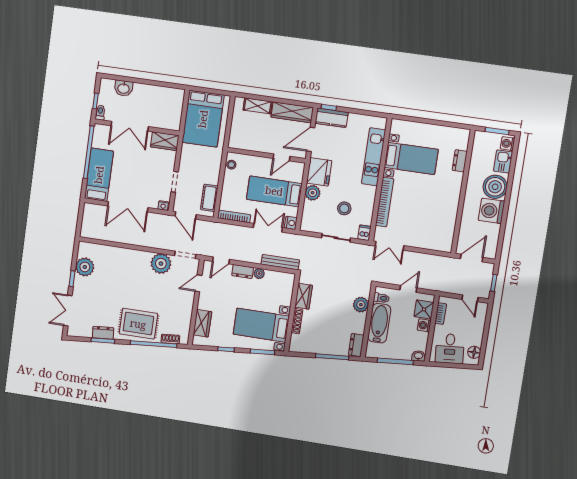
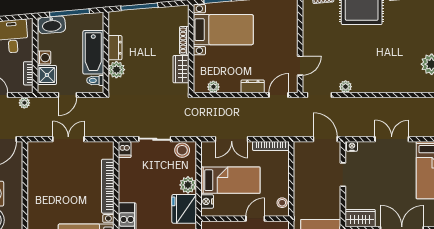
door: (282, 157) -> (255, 219), moved
cot: (209, 198) -> (301, 163), removed
double door: (128, 207) -> (392, 139), width x0.73
stool: (344, 208) -> (182, 150), moved
nightstand: (291, 223) -> (207, 201), moved
double door: (390, 246) -> (68, 139), moved
bench: (280, 262) -> (212, 103), removed
plant: (161, 264) -> (346, 87), width x0.53, depth x0.53
plant: (259, 274) -> (213, 87), moved
plant: (448, 288) -> (24, 103), added
wardrobe: (202, 323) -> (289, 21), removed
dresser: (356, 345) -> (115, 48), moved
washbasin: (418, 356) -> (52, 25), width x1.91, depth x1.45

